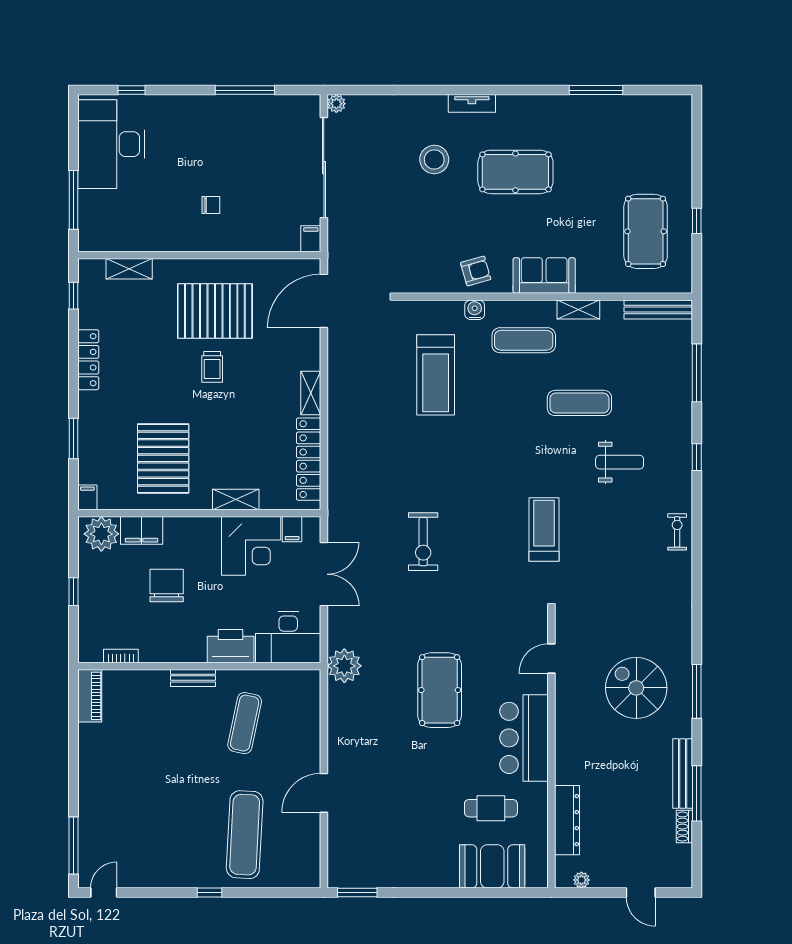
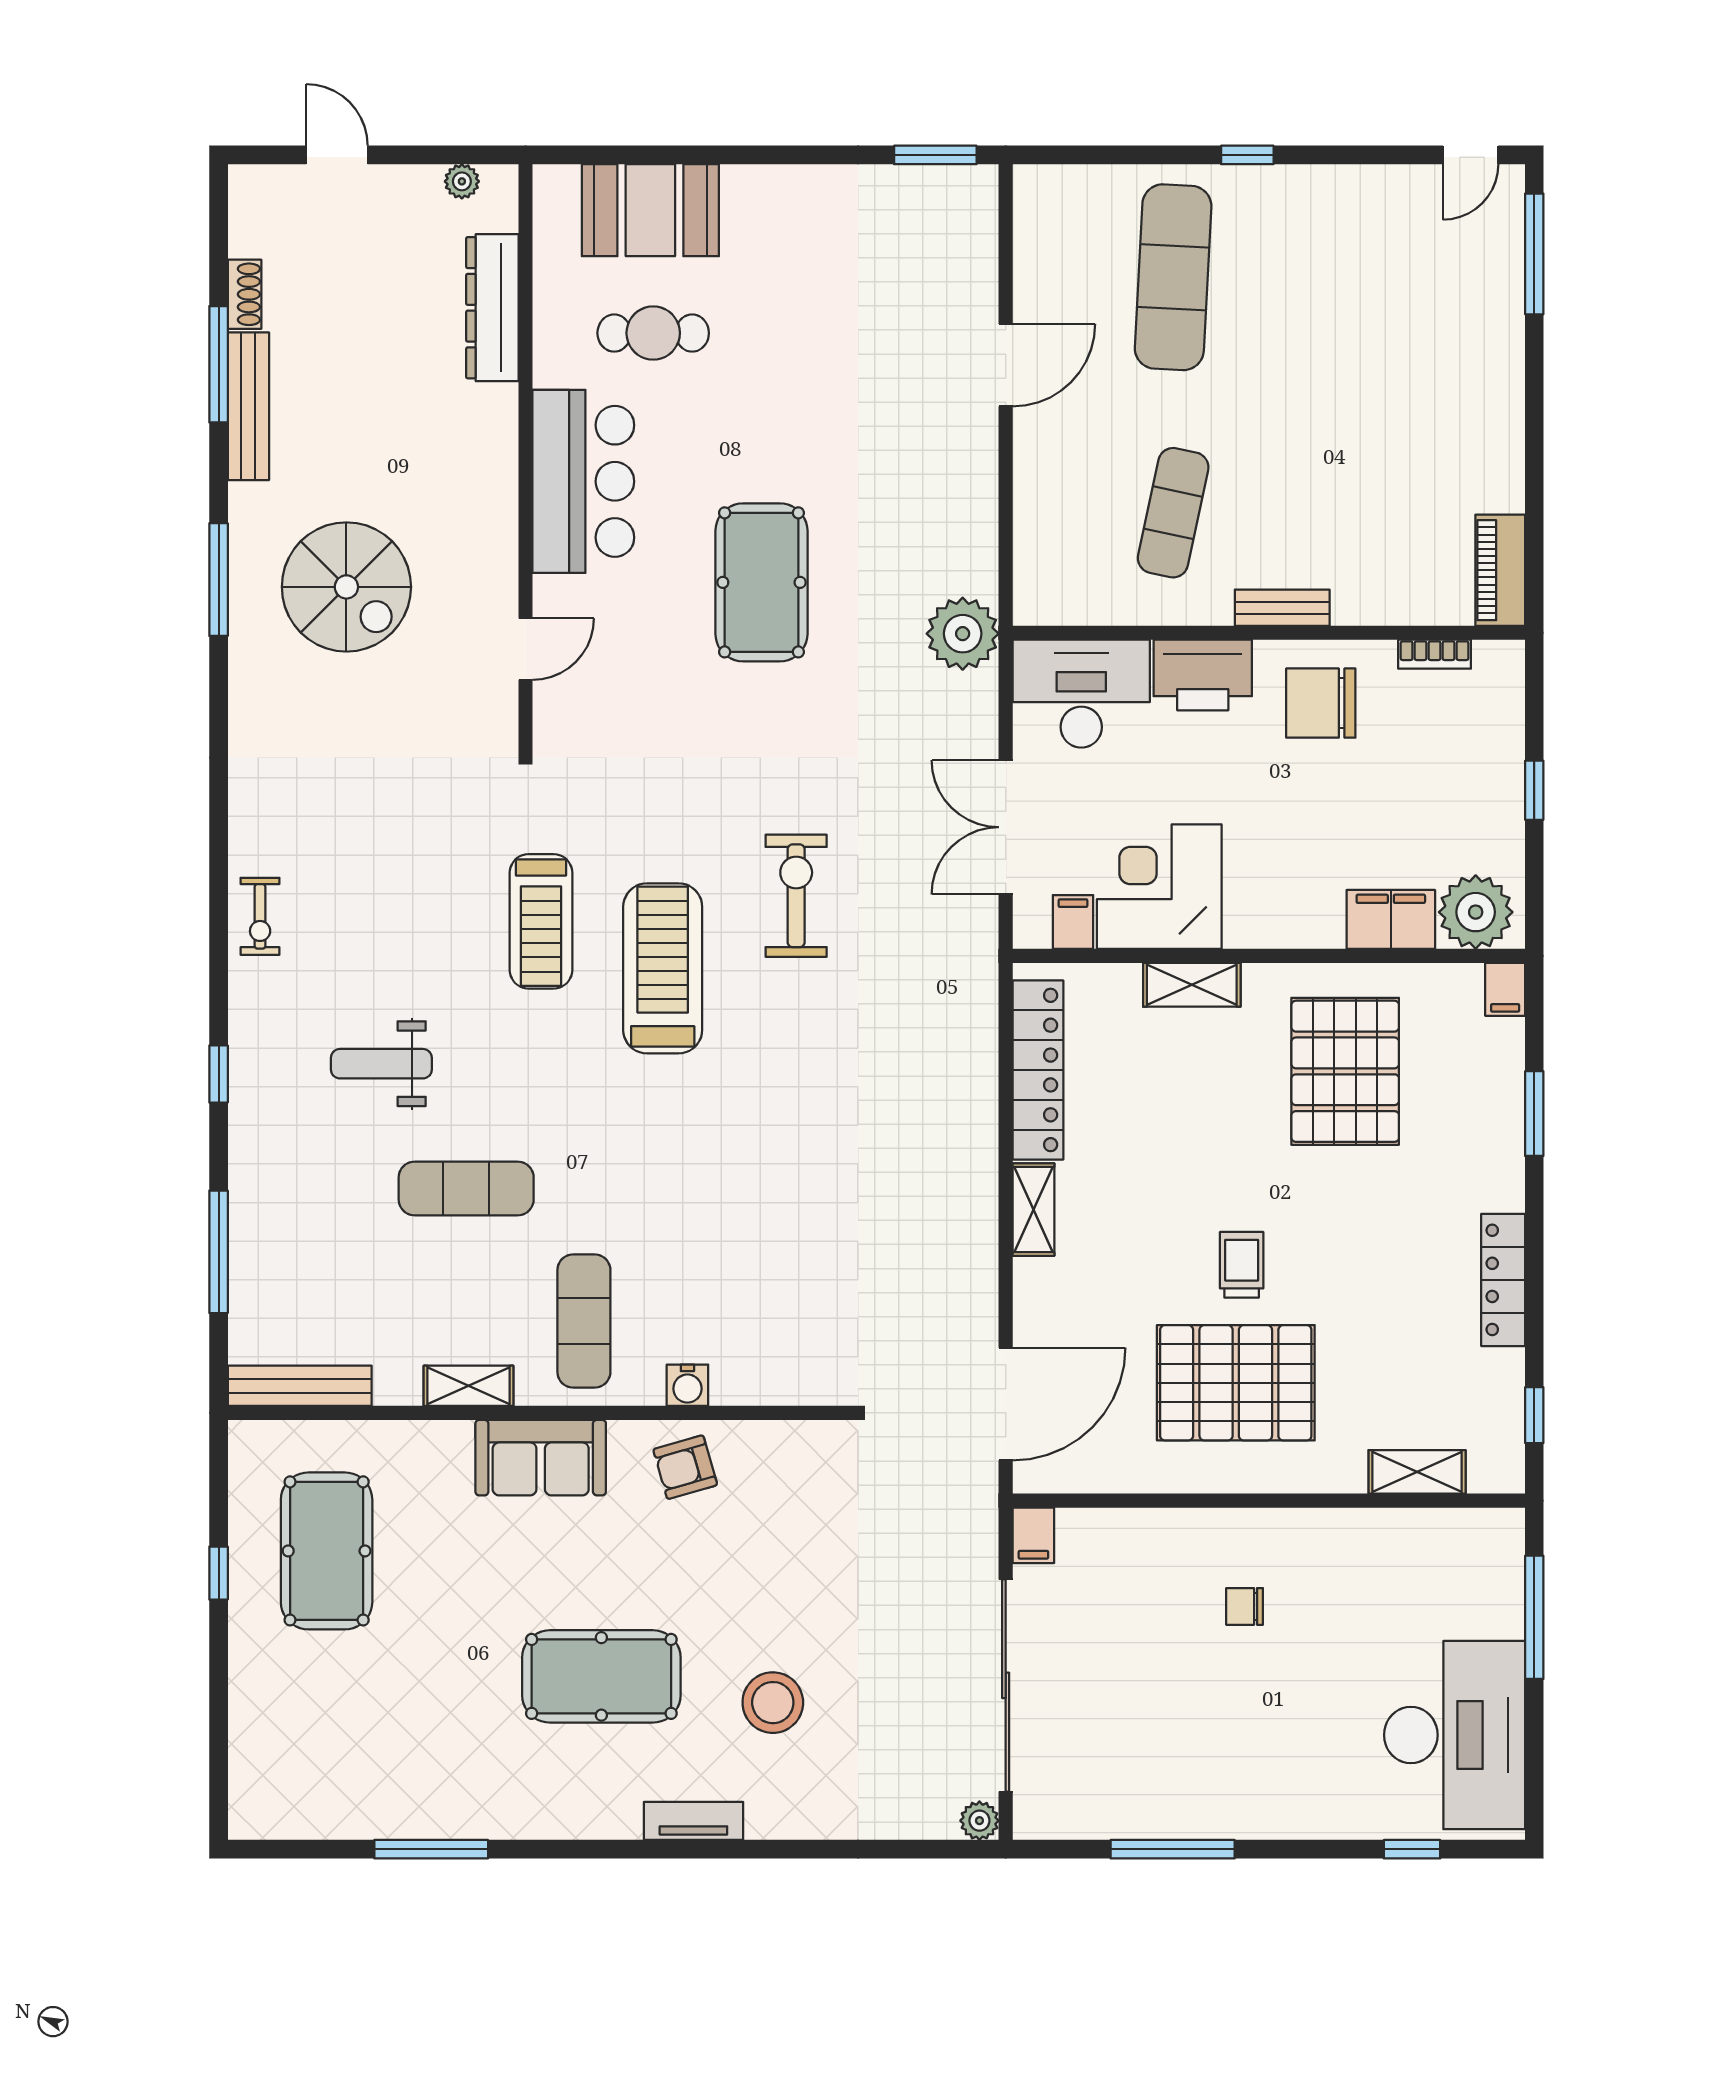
exercise mat: (524, 340) -> (584, 1321), turned 90
treadmill: (436, 375) -> (663, 968), moved
chair: (167, 585) -> (1321, 703), moved, turned 90

